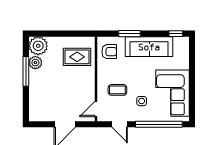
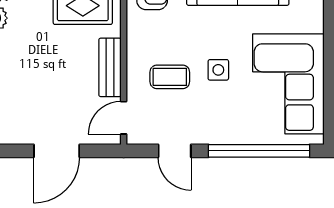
bench: (90, 86) -> (110, 67), added
side table: (142, 101) -> (218, 70), moved

